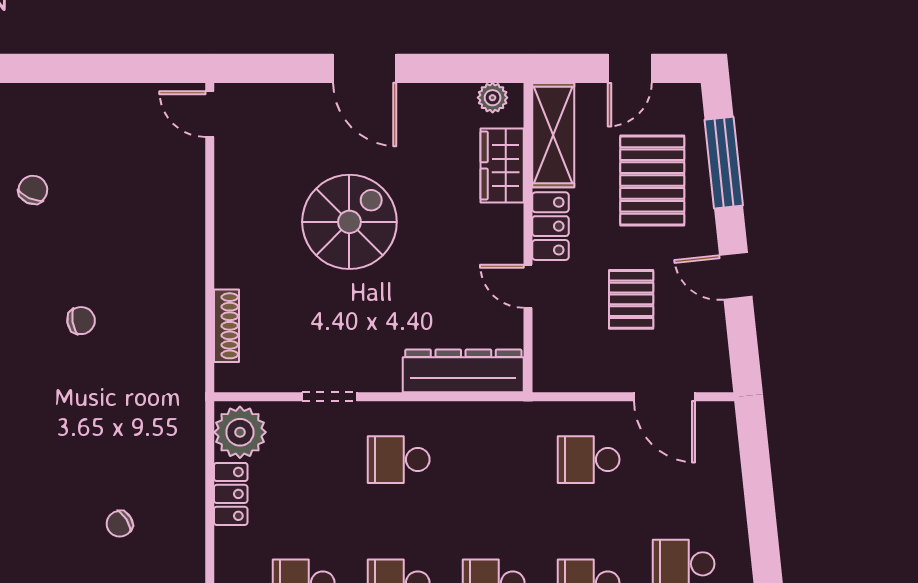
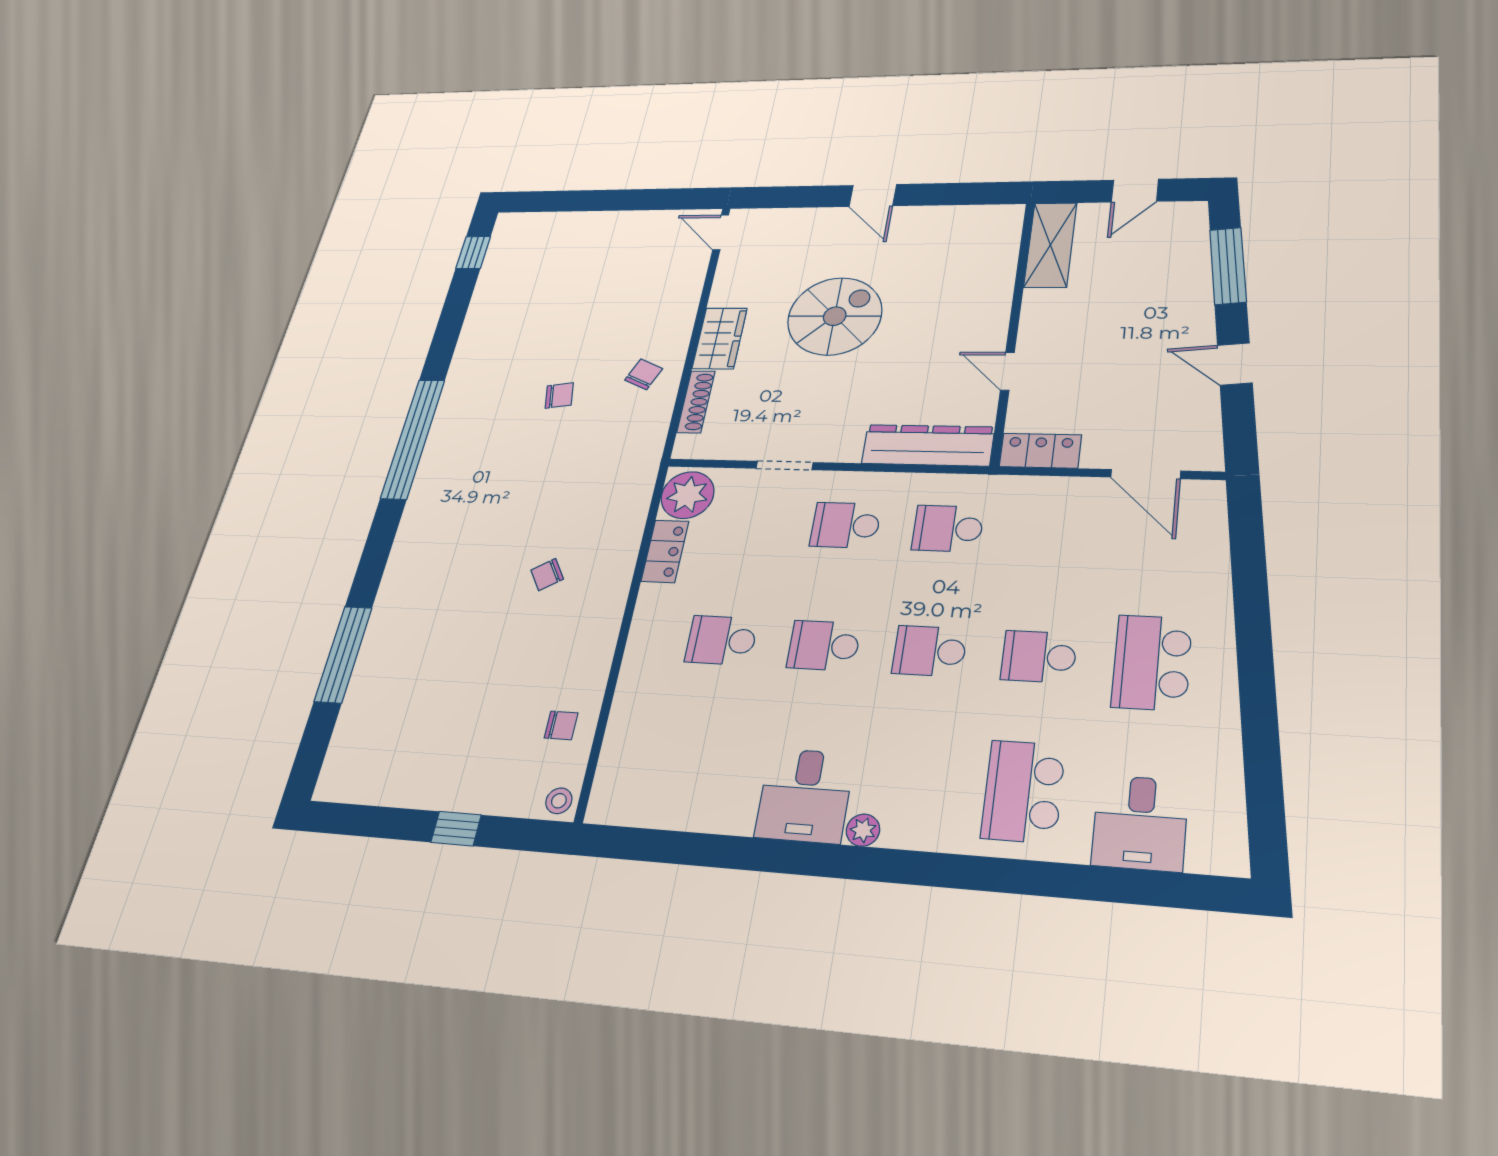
door: (365, 68) -> (873, 195), width x0.73
plant: (493, 98) -> (993, 216), removed
wardrobe: (502, 165) -> (720, 338), moved, turned 180
pallet: (652, 180) -> (1150, 281), removed
chair: (33, 190) -> (644, 374), moved
locker: (550, 226) -> (1040, 451), moved, turned -90
pallet: (631, 299) -> (1117, 384), removed
school desk: (589, 460) -> (948, 529), moved

